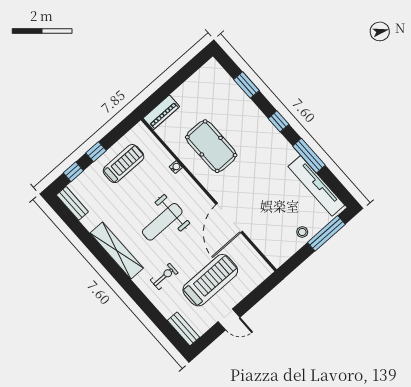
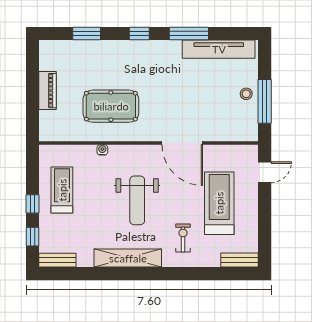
piano: (161, 112) -> (48, 91), moved
window: (326, 233) -> (265, 101), moved
door: (229, 319) -> (265, 172), moved

